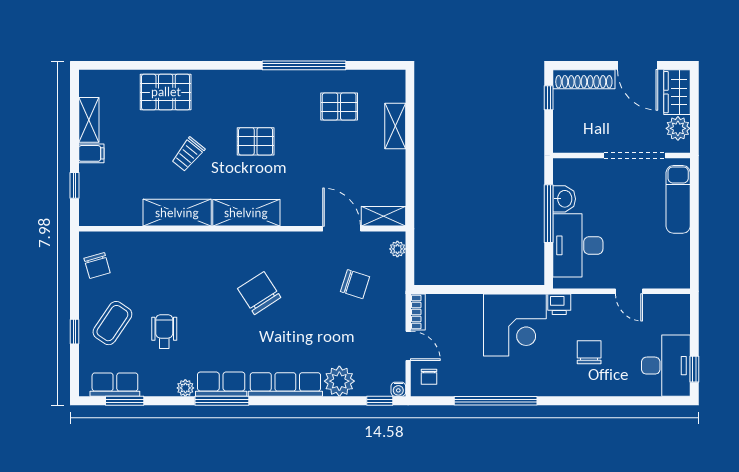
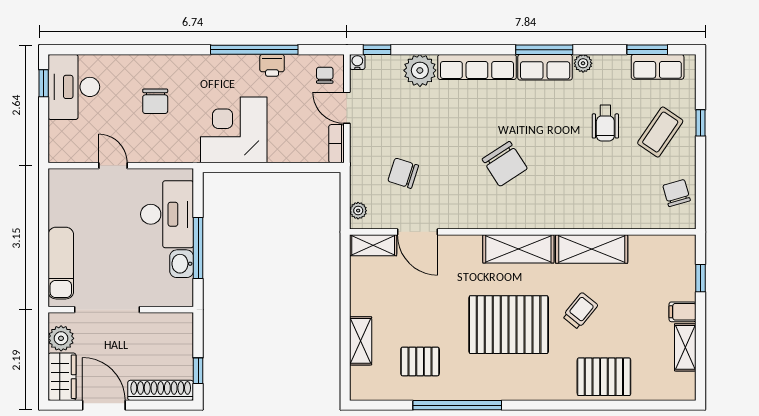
pallet: (256, 141) -> (509, 325), width x2.05, depth x2.00
printer: (559, 304) -> (272, 65), moved, turned 180

